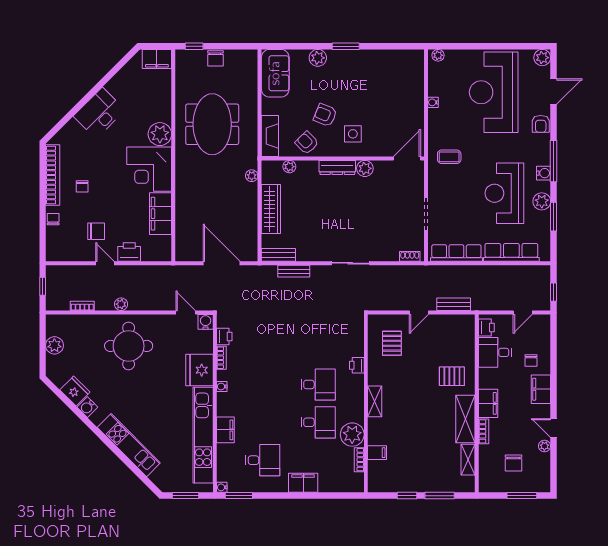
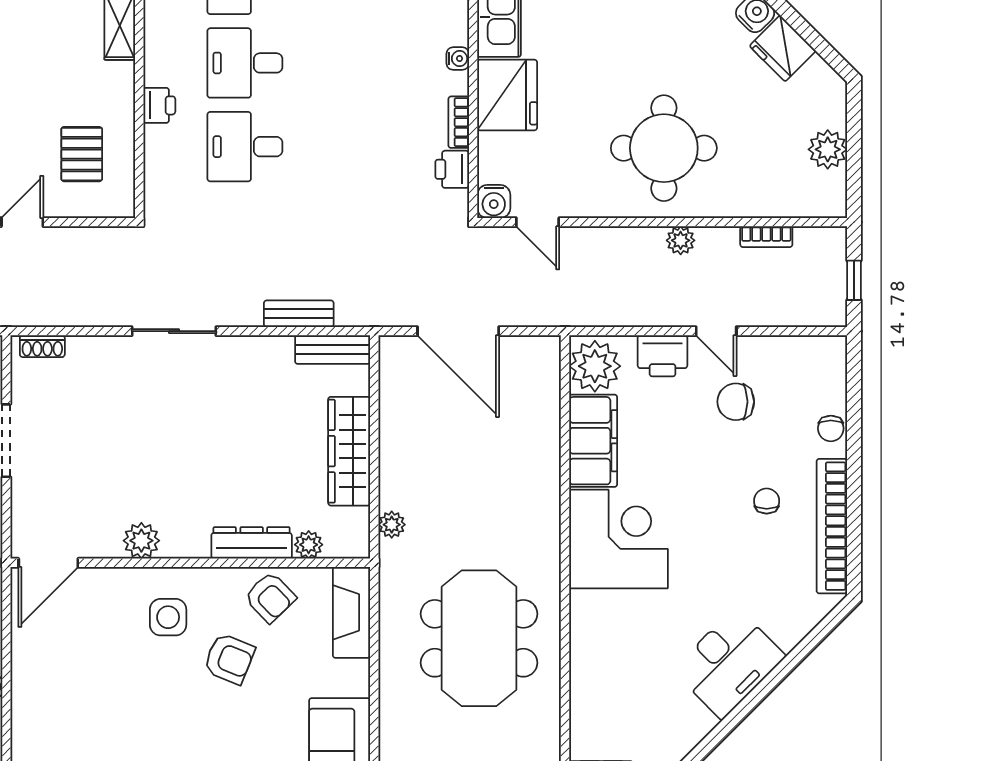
plant: (160, 134) -> (595, 366), moved
dresser: (337, 167) -> (252, 543), moved
desk: (318, 347) -> (245, 147), added

